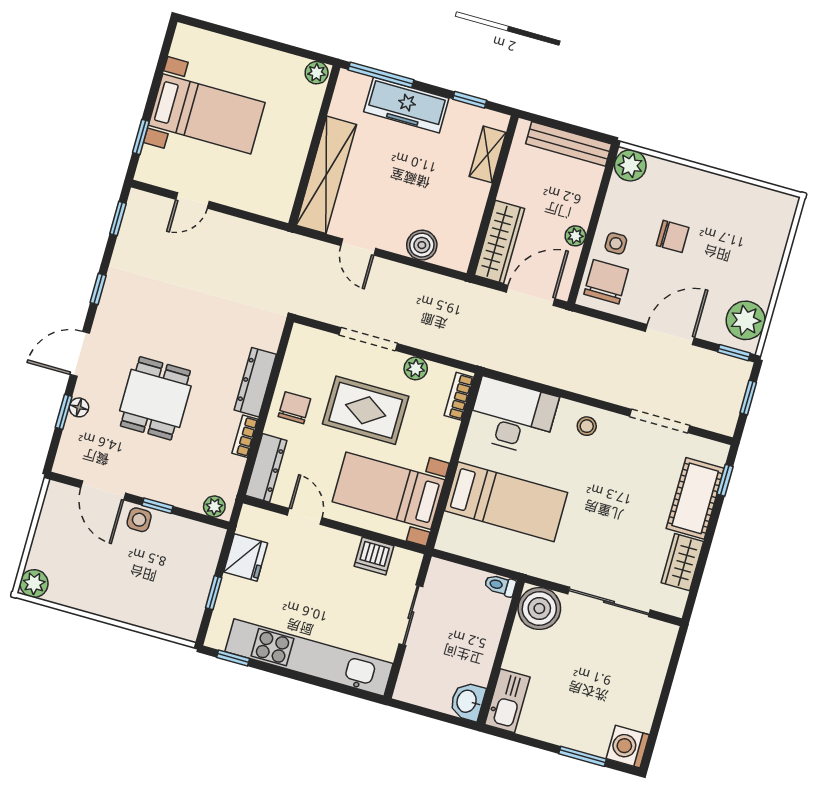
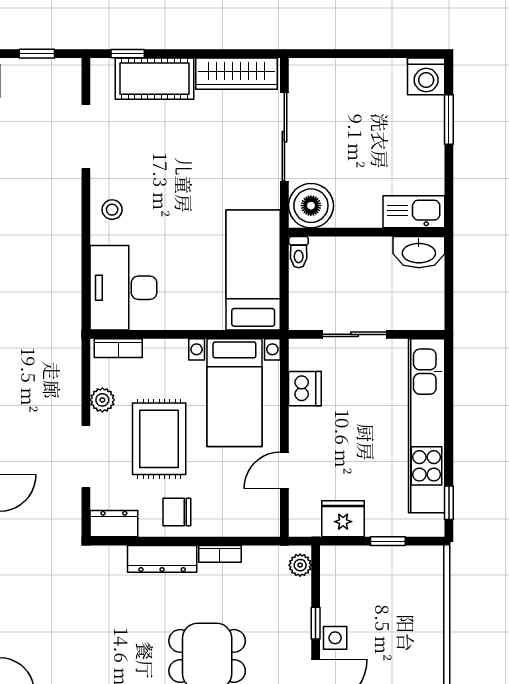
dresser: (266, 468) -> (114, 524), moved, width x0.70
bed: (506, 502) -> (253, 270), moved
wardrobe: (682, 562) -> (237, 74), width x1.50
washbasin: (467, 701) -> (419, 252), width x1.38

